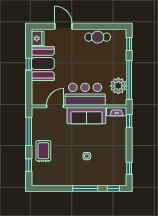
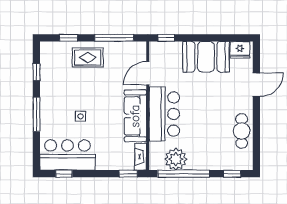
window: (29, 64) -> (166, 38), moved
door: (55, 106) -> (148, 73), swing flipped
bar counter: (115, 166) -> (68, 155), added
window: (113, 189) -> (36, 72), moved

